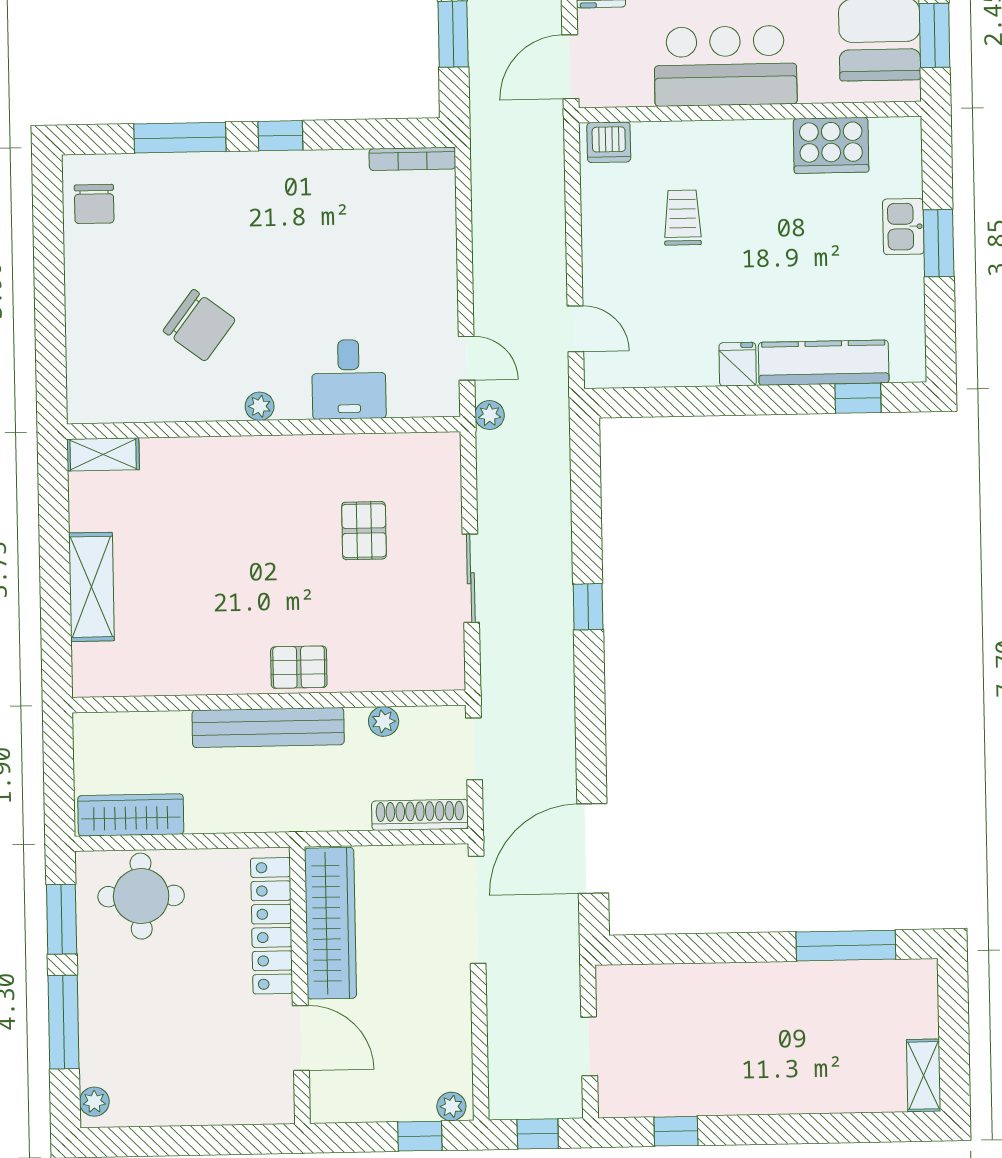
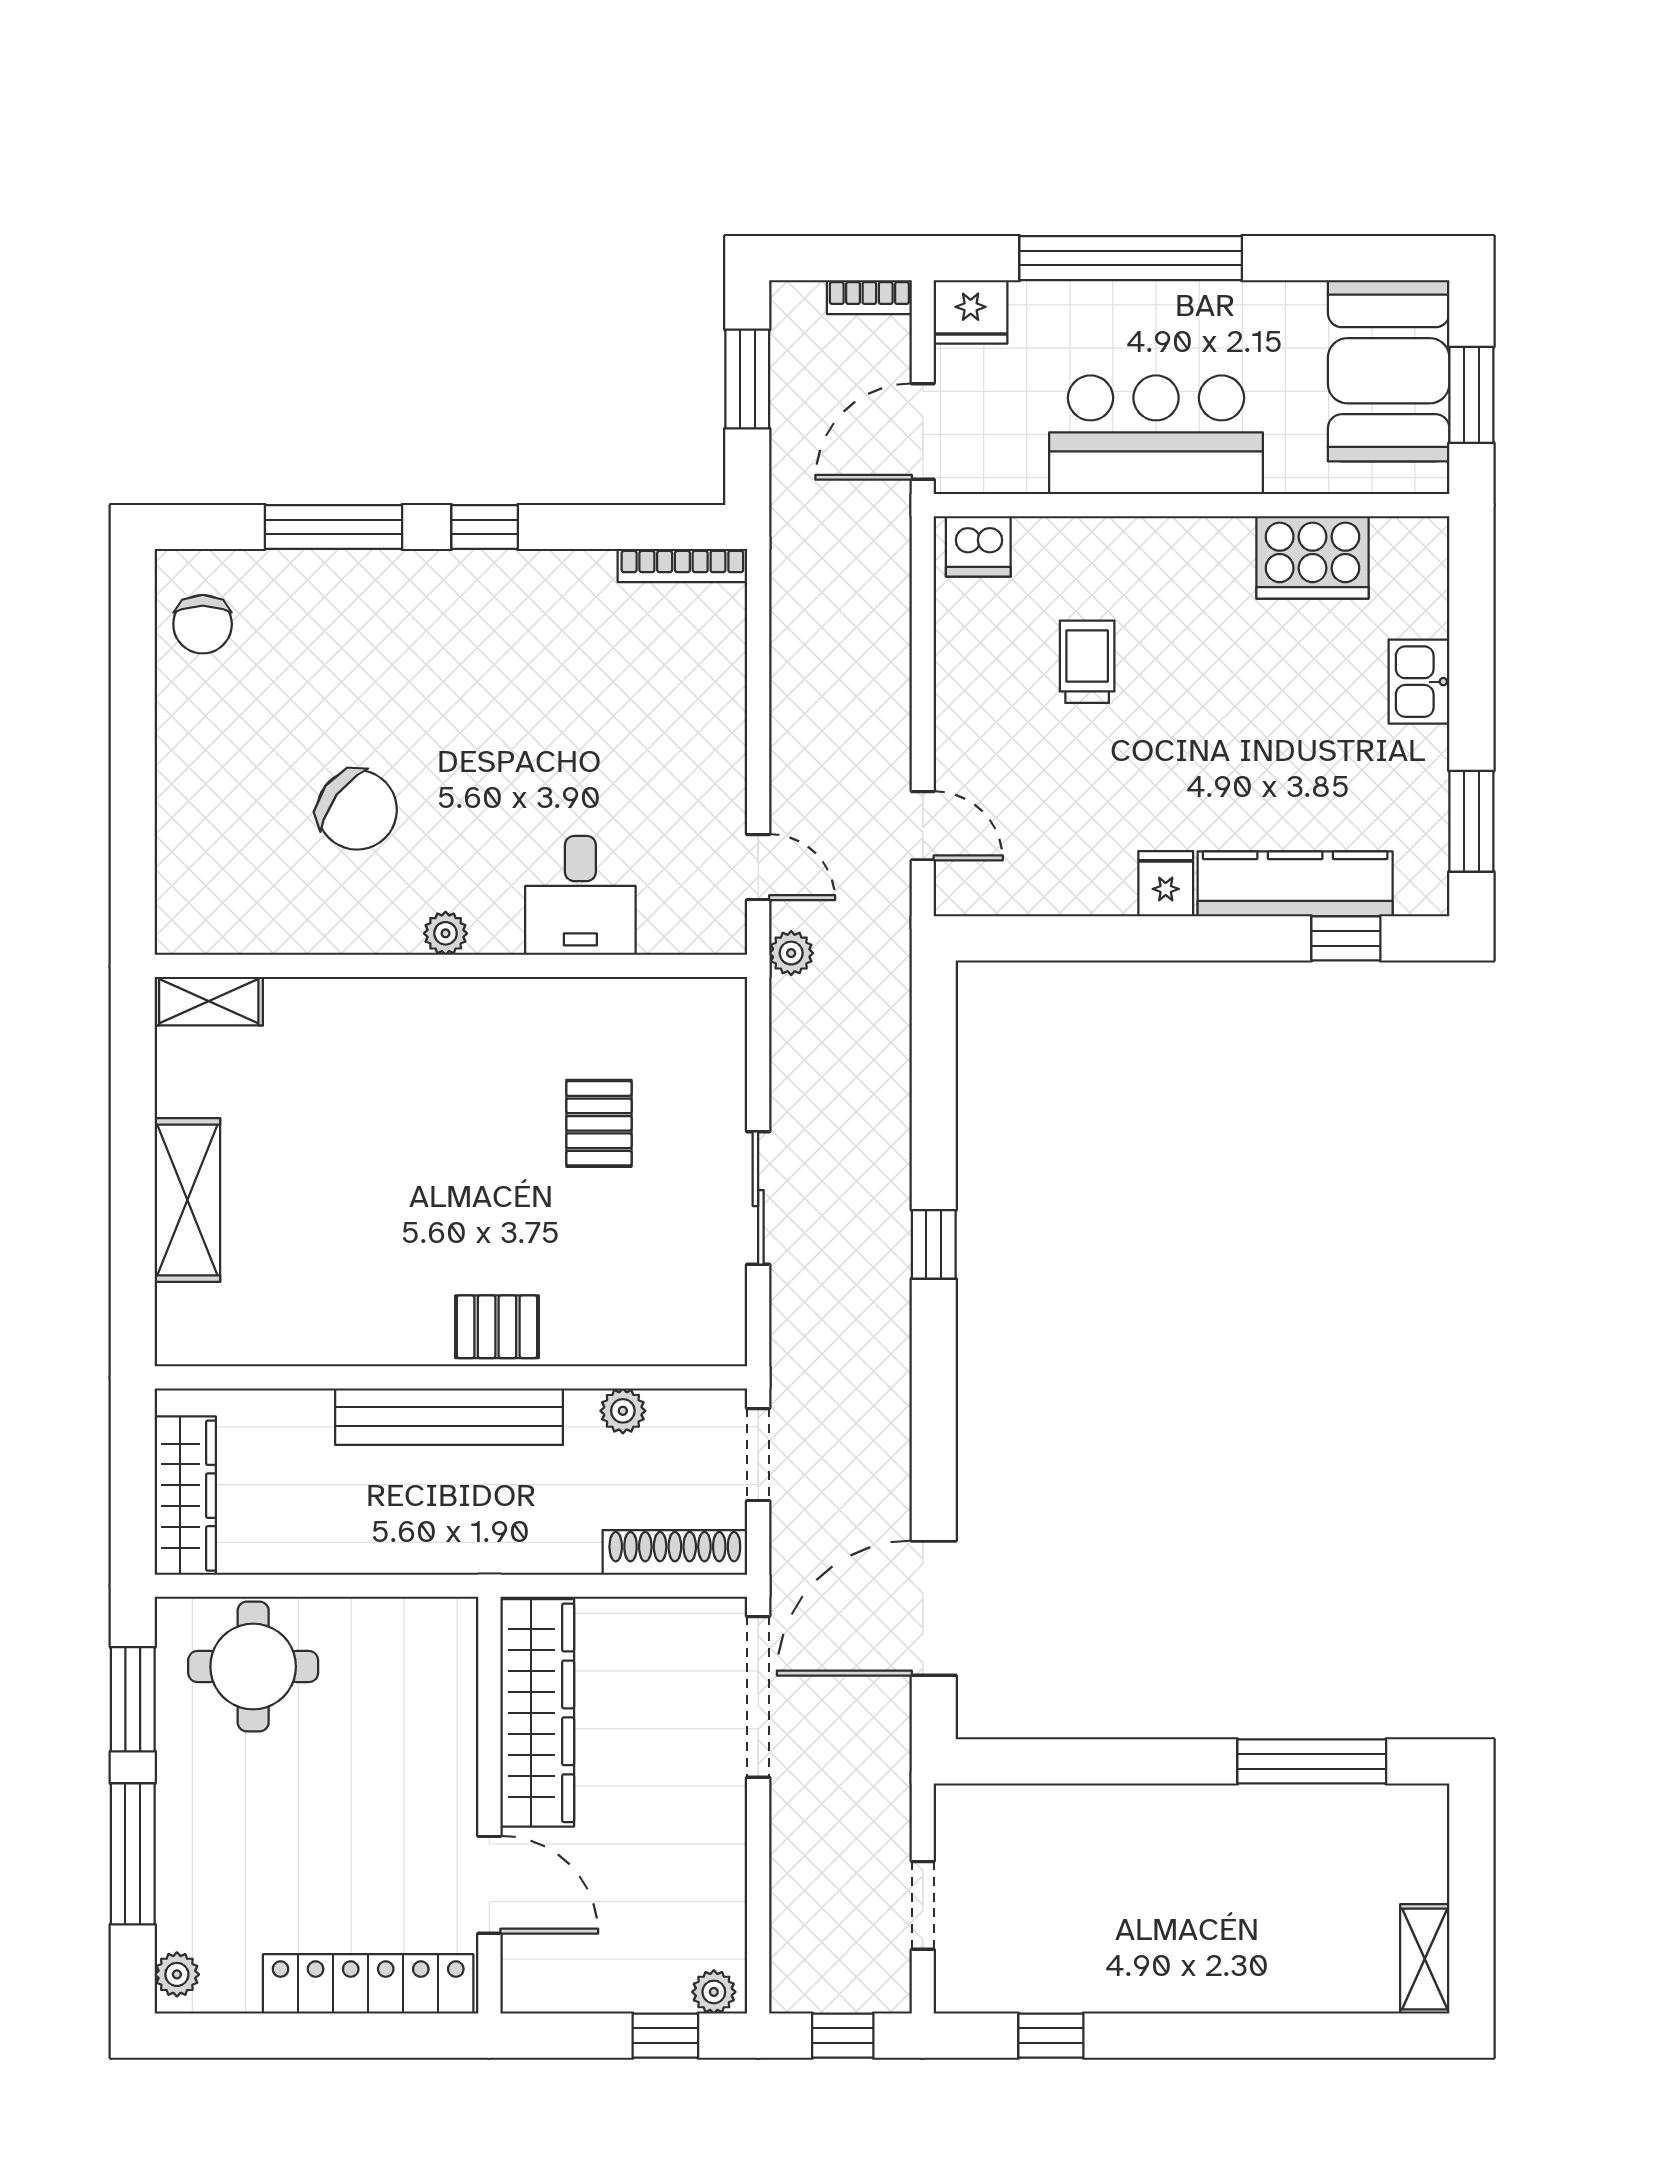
window: (939, 243) -> (1471, 821), moved
wardrobe: (131, 815) -> (185, 1496), moved, turned 90
locker: (272, 926) -> (368, 1984), moved, turned 90

